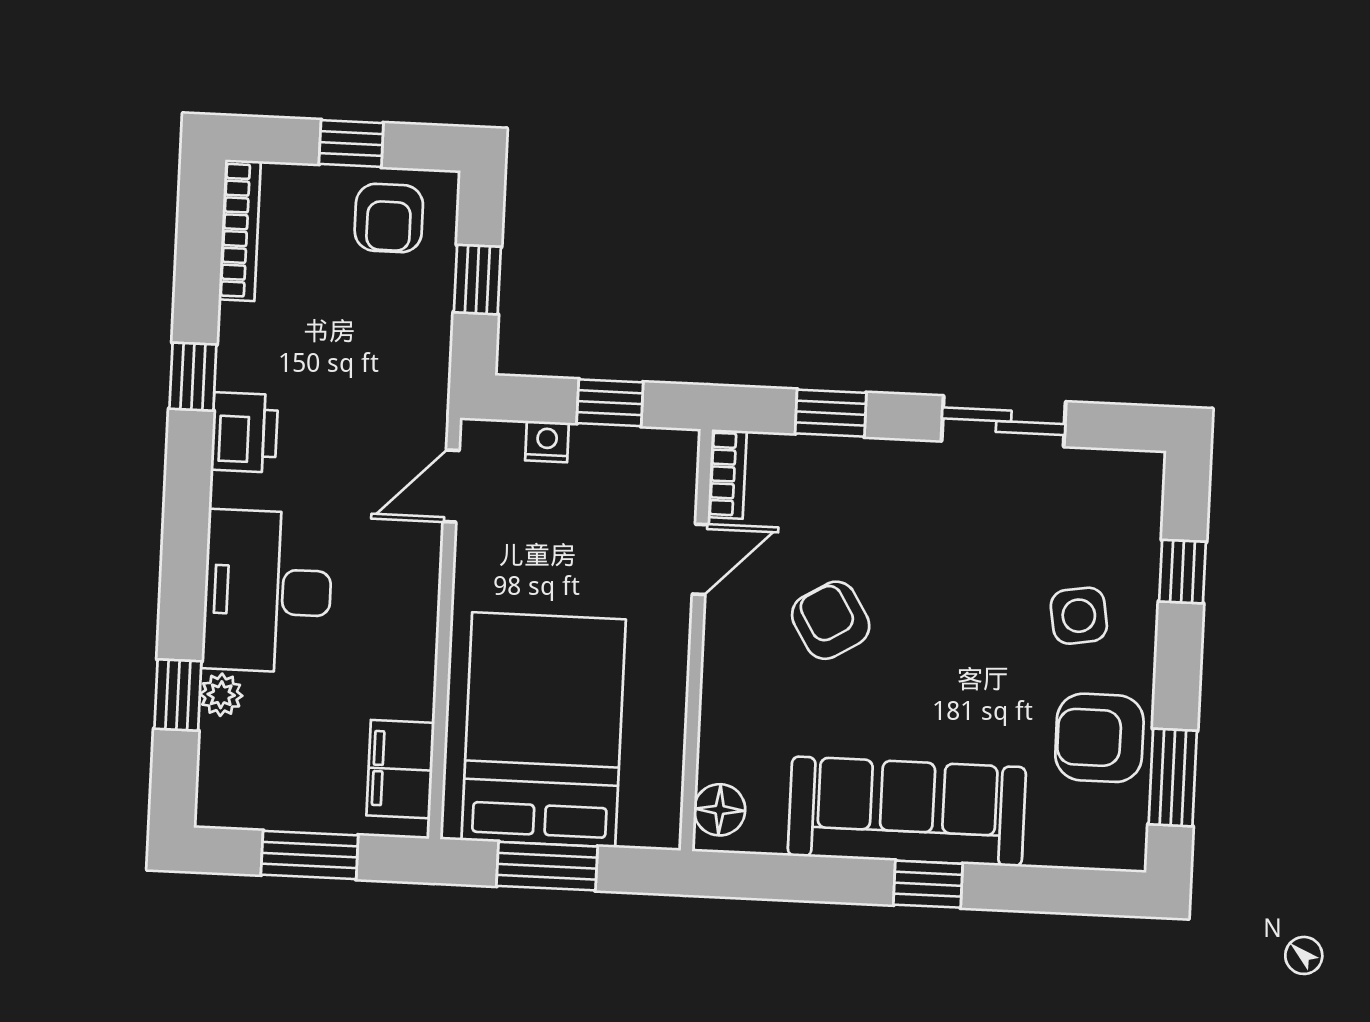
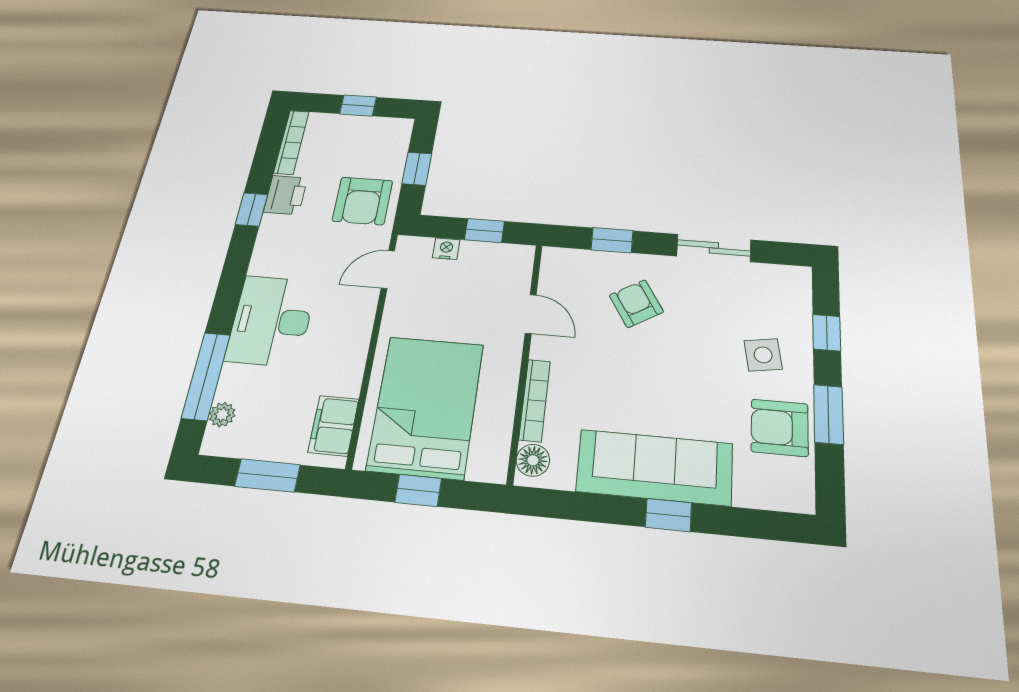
armchair: (389, 218) -> (363, 201), moved, width x1.38, depth x1.38
printer: (244, 432) -> (285, 195), moved
bookcase: (727, 474) -> (535, 400), moved, width x1.56
door: (700, 559) -> (531, 314), hinge flipped
armchair: (831, 620) -> (636, 304), moved
window: (178, 695) -> (206, 376), width x2.17
plant: (221, 695) -> (222, 415), moved
window: (1173, 778) -> (828, 414), moved
window: (547, 866) -> (418, 490), width x0.67

